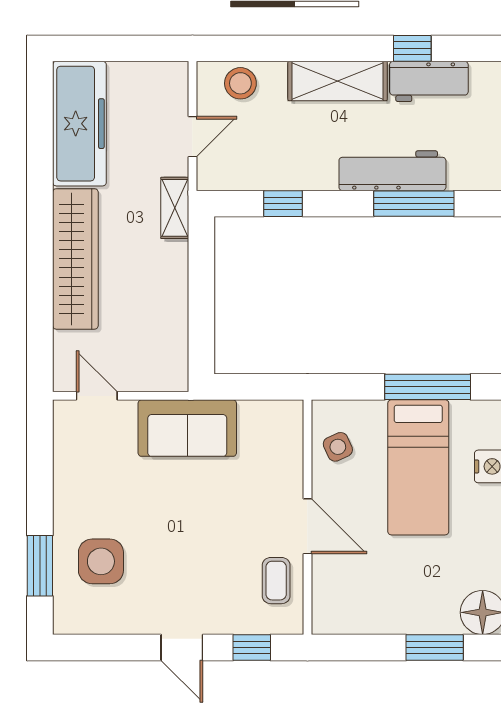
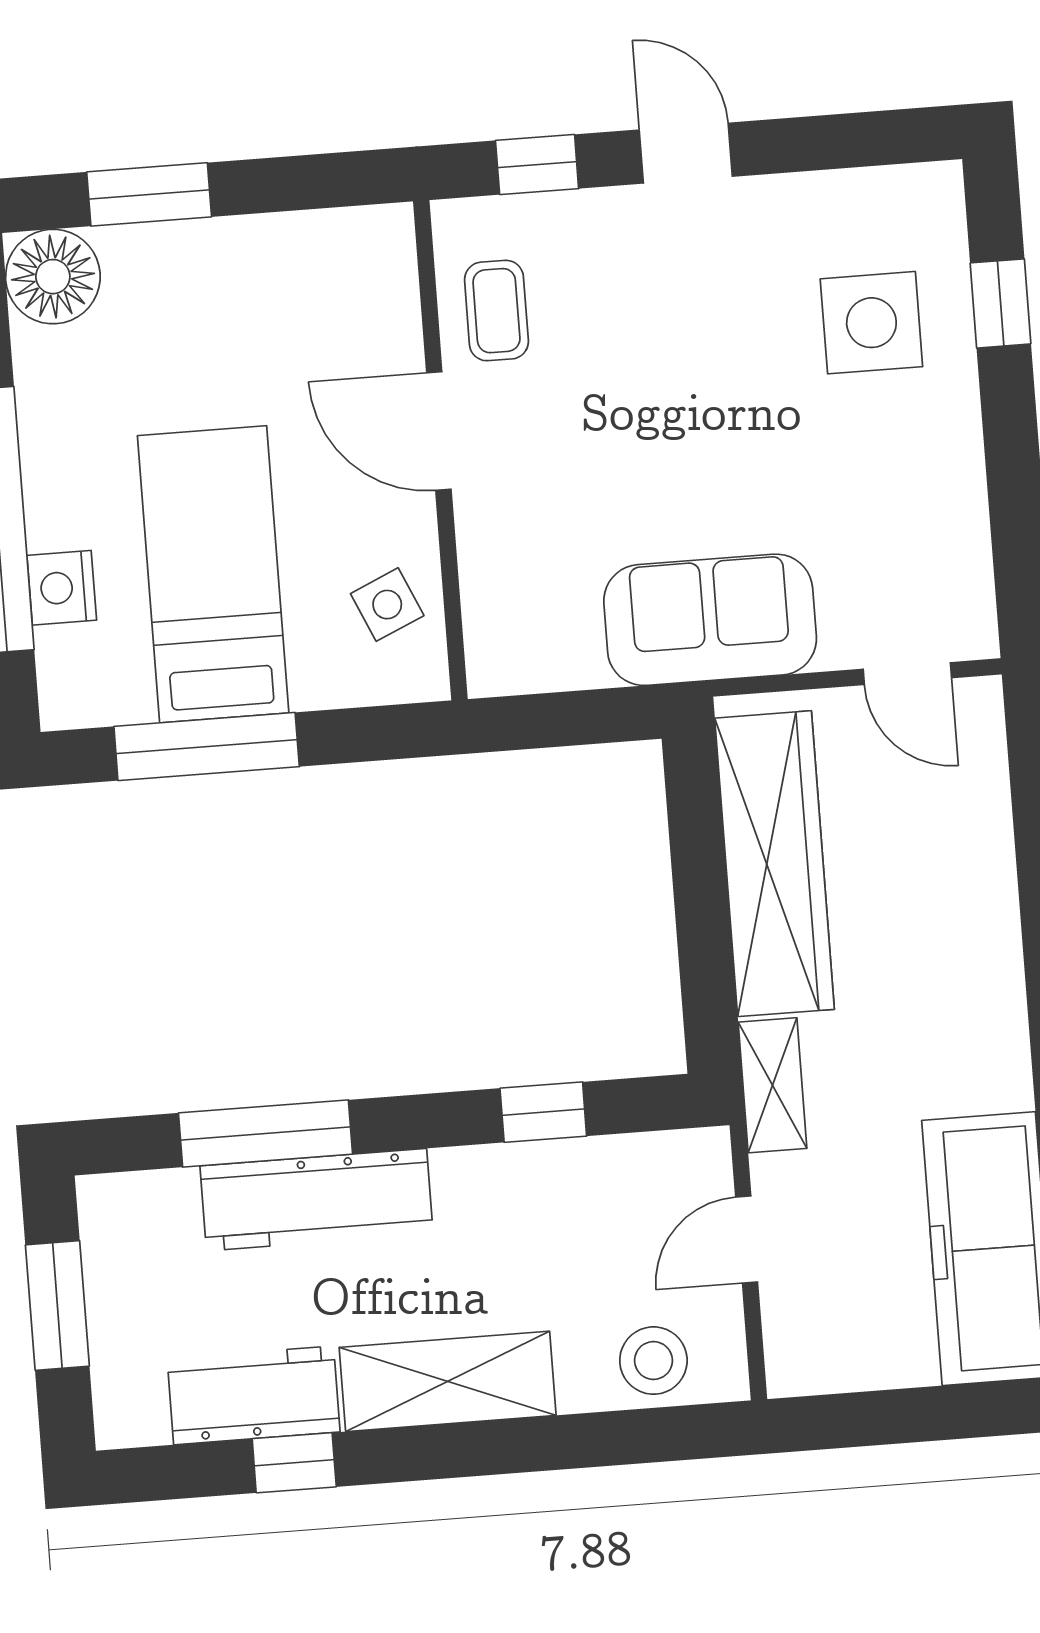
wardrobe: (75, 259) -> (774, 864), moved, turned 180
window: (40, 566) -> (1001, 303), width x0.67

